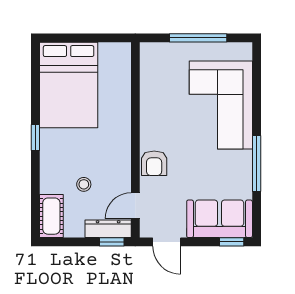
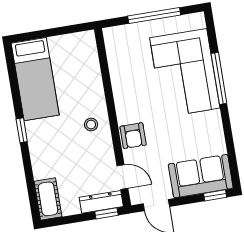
bed: (69, 85) -> (35, 79), width x0.67
window: (257, 164) -> (219, 78), moved
stool: (84, 184) -> (91, 125), moved
door: (135, 206) -> (122, 177), swing flipped

